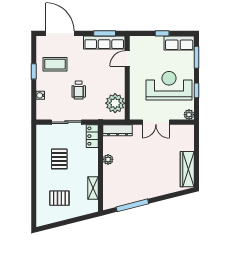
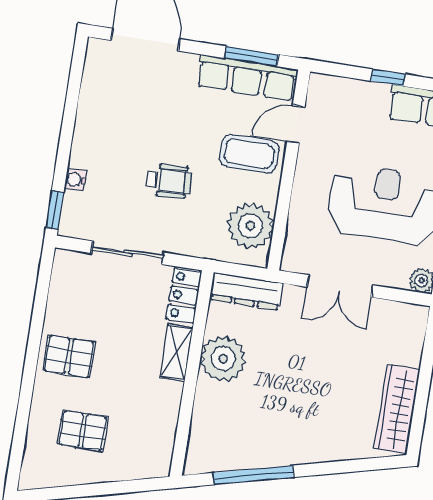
coffee table: (55, 64) -> (249, 154), moved
window: (34, 71) -> (55, 210), moved
wheelchair: (79, 90) -> (169, 181), turned -93
pallet: (59, 159) -> (69, 356), moved, turned 90
plant: (108, 159) -> (223, 359), width x1.87, depth x1.87
shelving: (93, 188) -> (177, 353), moved

